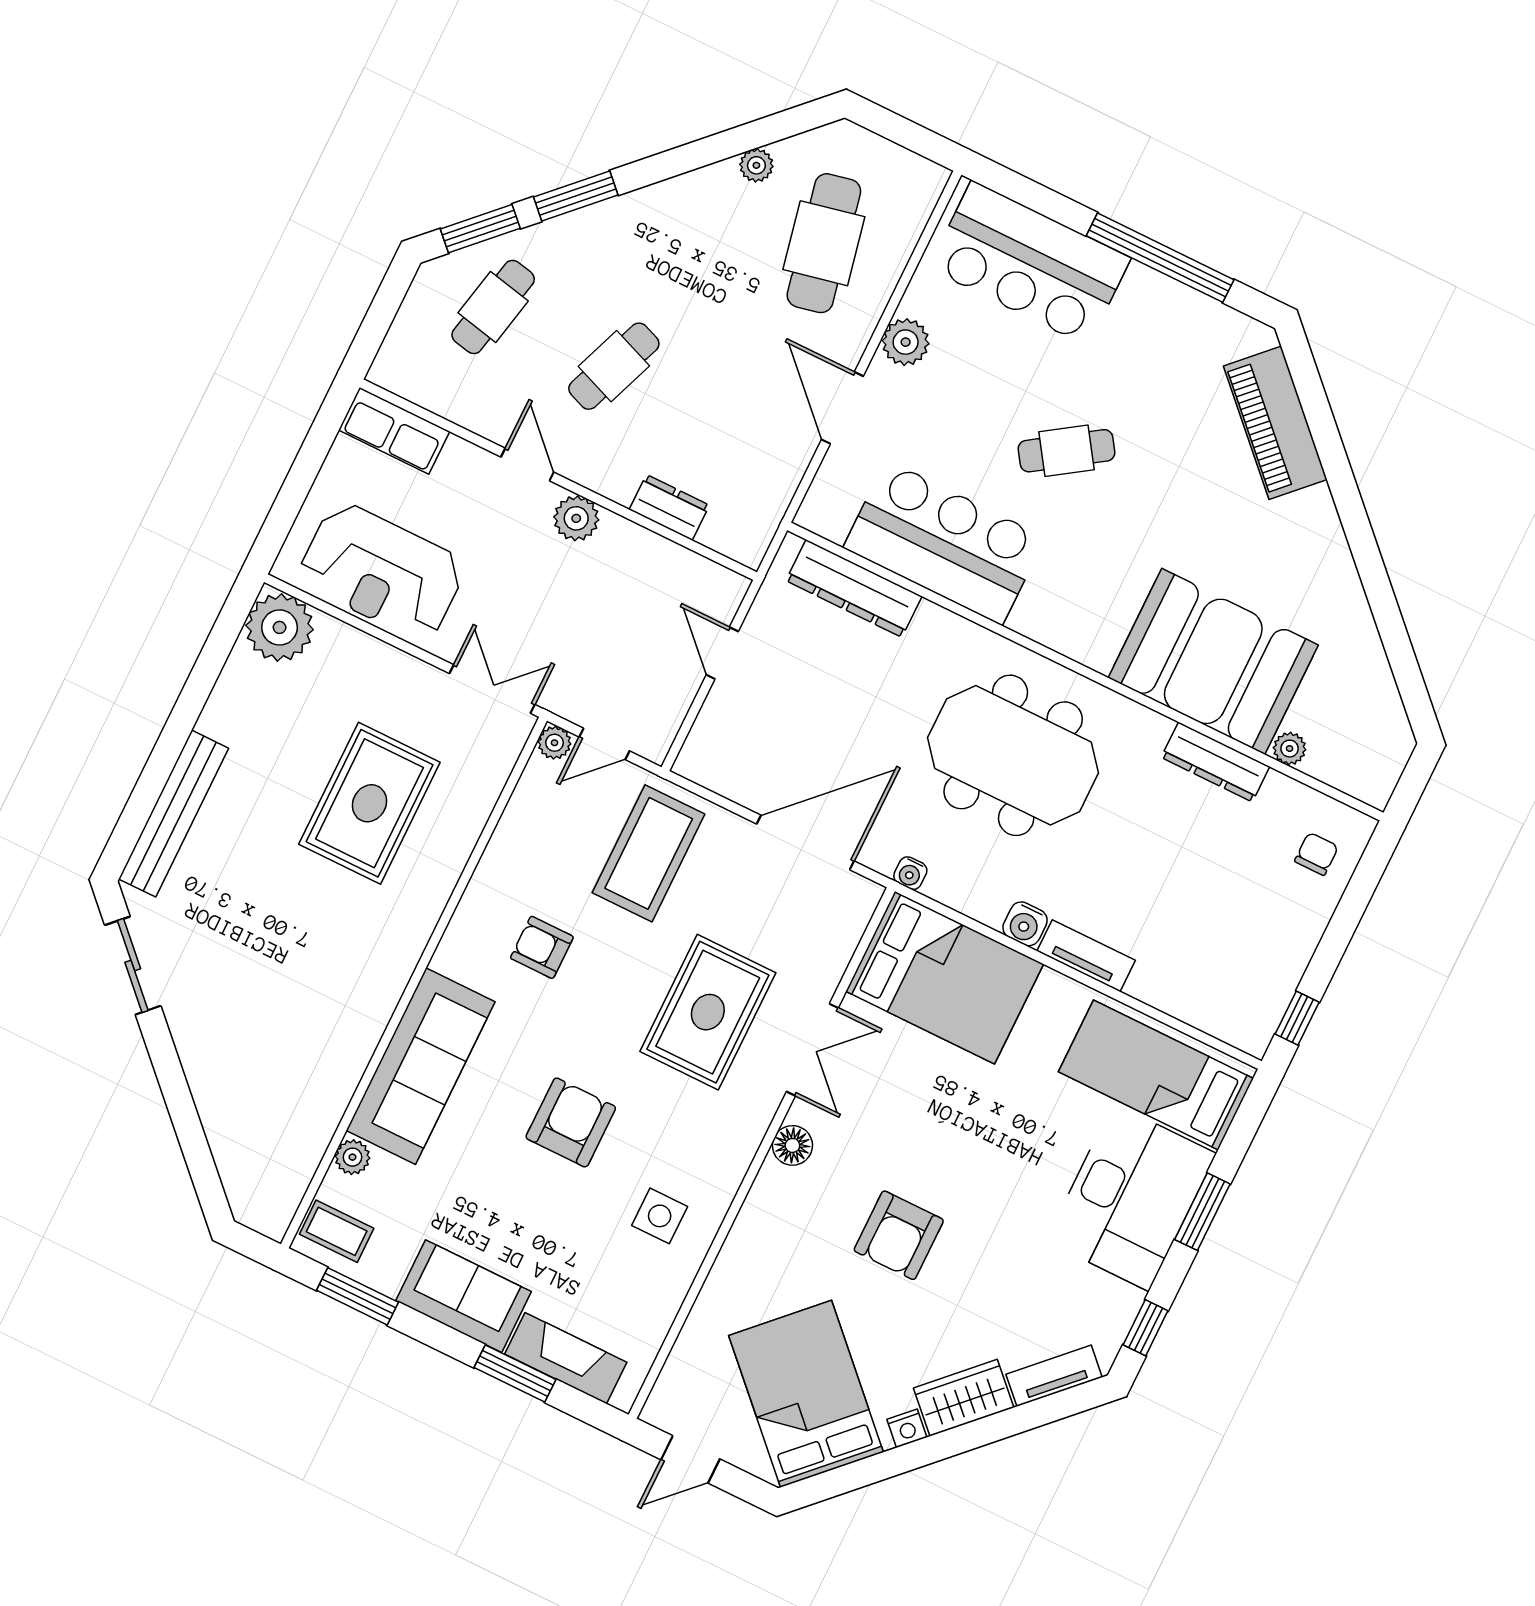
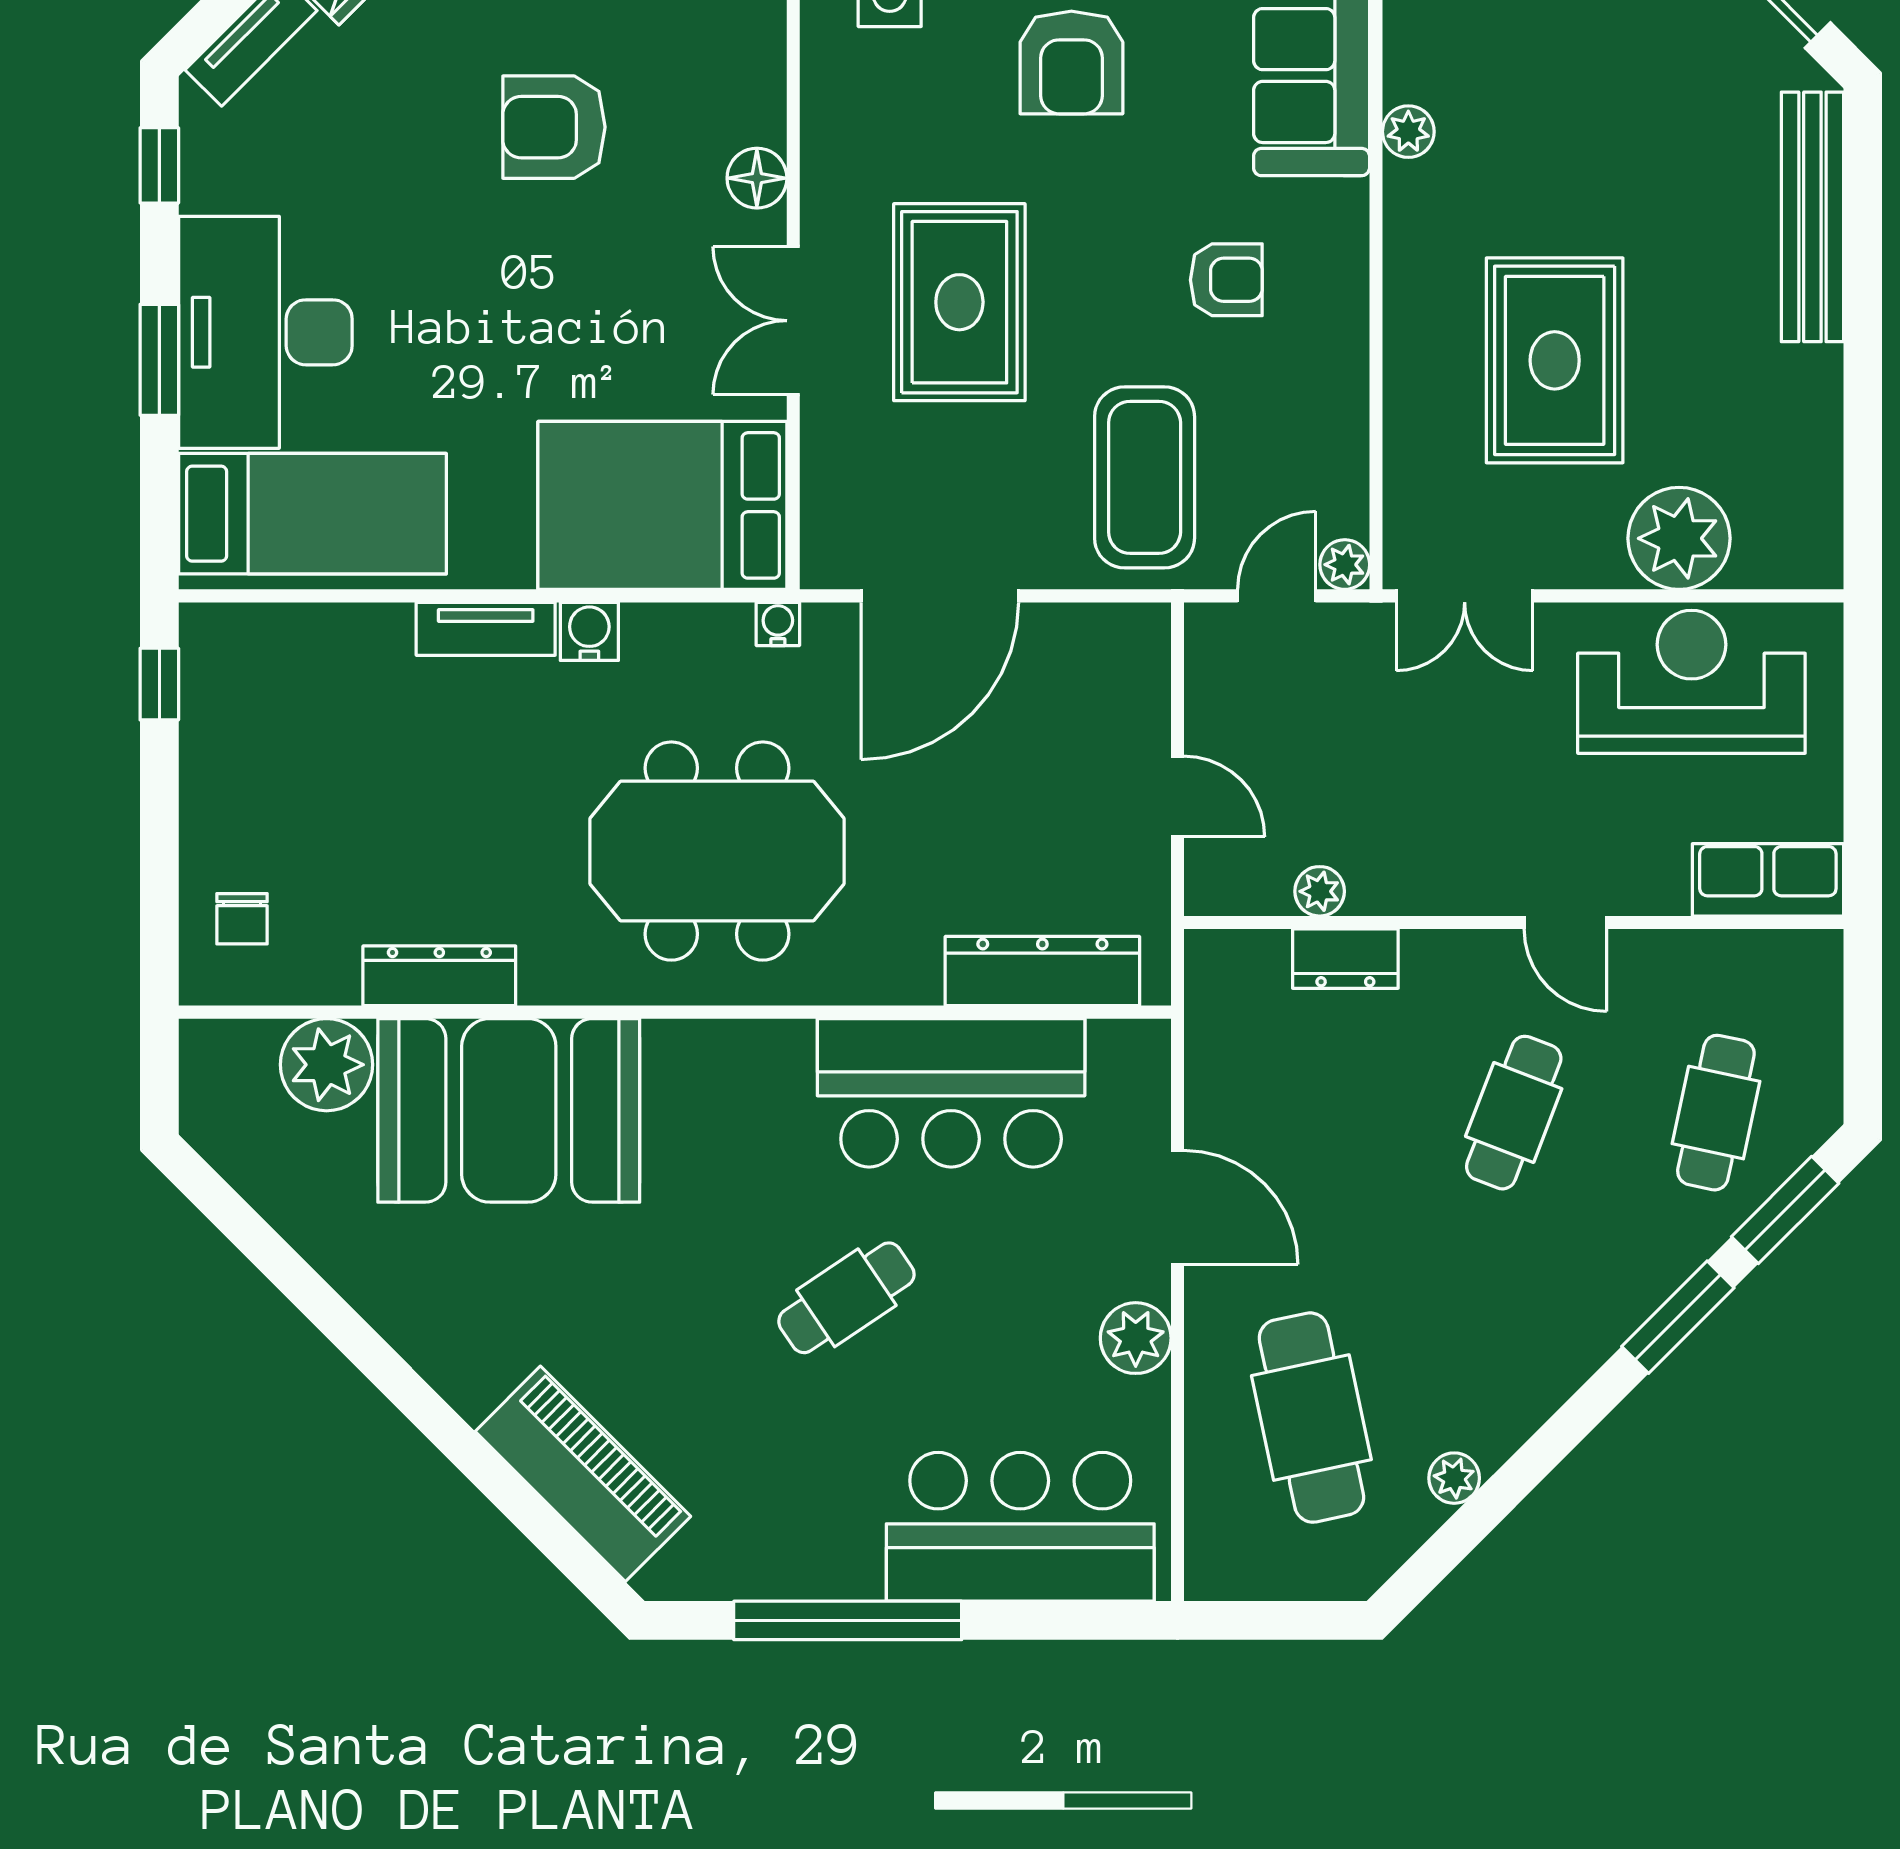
plant: (576, 518) -> (1320, 891), moved, width x0.73, depth x0.73
plant: (280, 627) -> (1679, 538), moved
plant: (1290, 749) -> (327, 1065), width x1.88, depth x1.88
plant: (390, 983) -> (1408, 132), added
armchair: (899, 1235) -> (554, 127), turned -90

